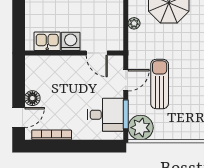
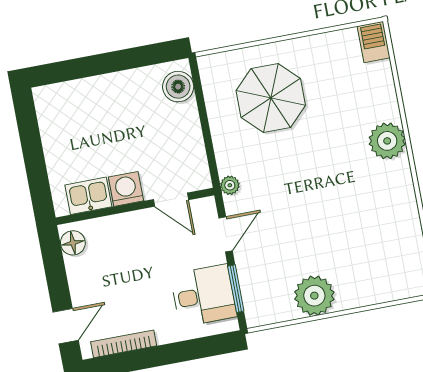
plant: (134, 23) -> (230, 185), moved
sun lounger: (160, 84) -> (280, 230), removed
floor lamp: (32, 98) -> (73, 243), moved
plant: (141, 128) -> (314, 296), moved

